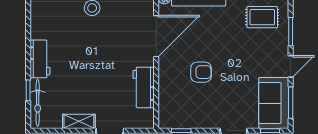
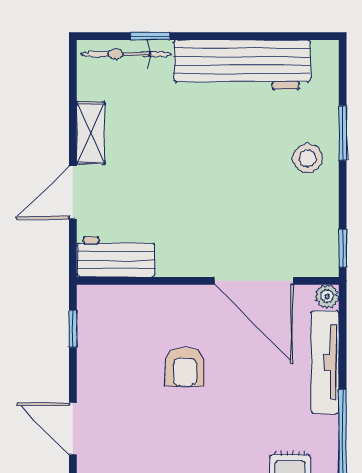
workbench: (40, 59) -> (242, 65), width x1.88, depth x1.32
workbench: (144, 87) -> (116, 257), moved

